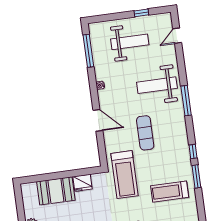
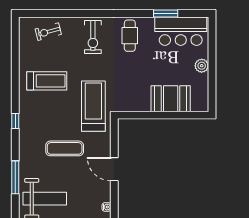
exercise mat: (145, 133) -> (65, 148), turned 90
window: (196, 176) -> (15, 93), removed
fridge: (83, 183) -> (140, 103), removed

